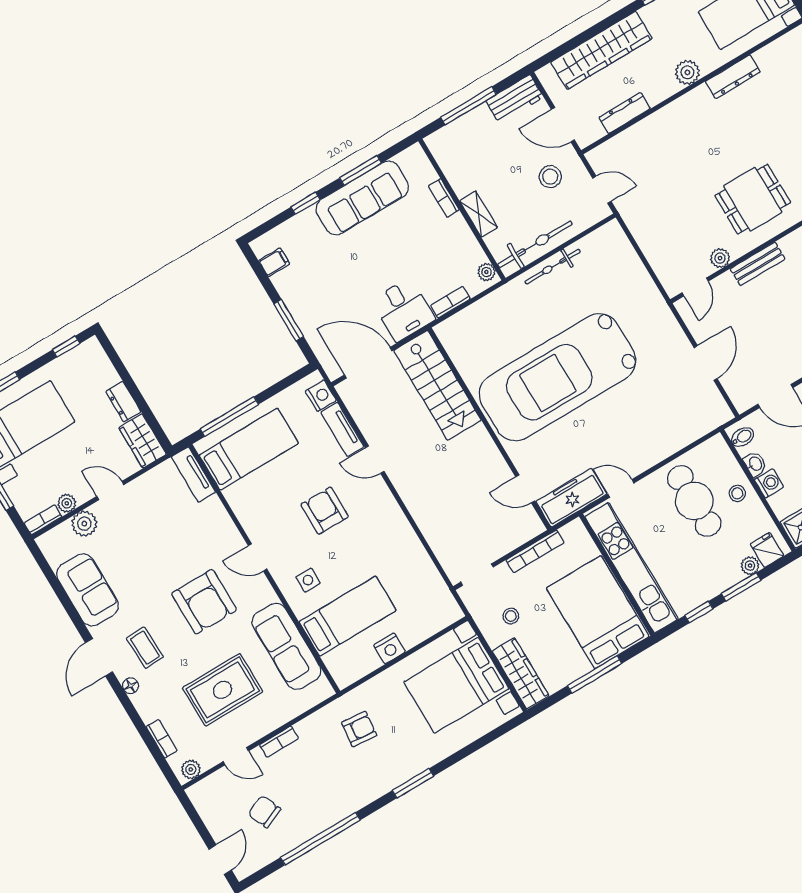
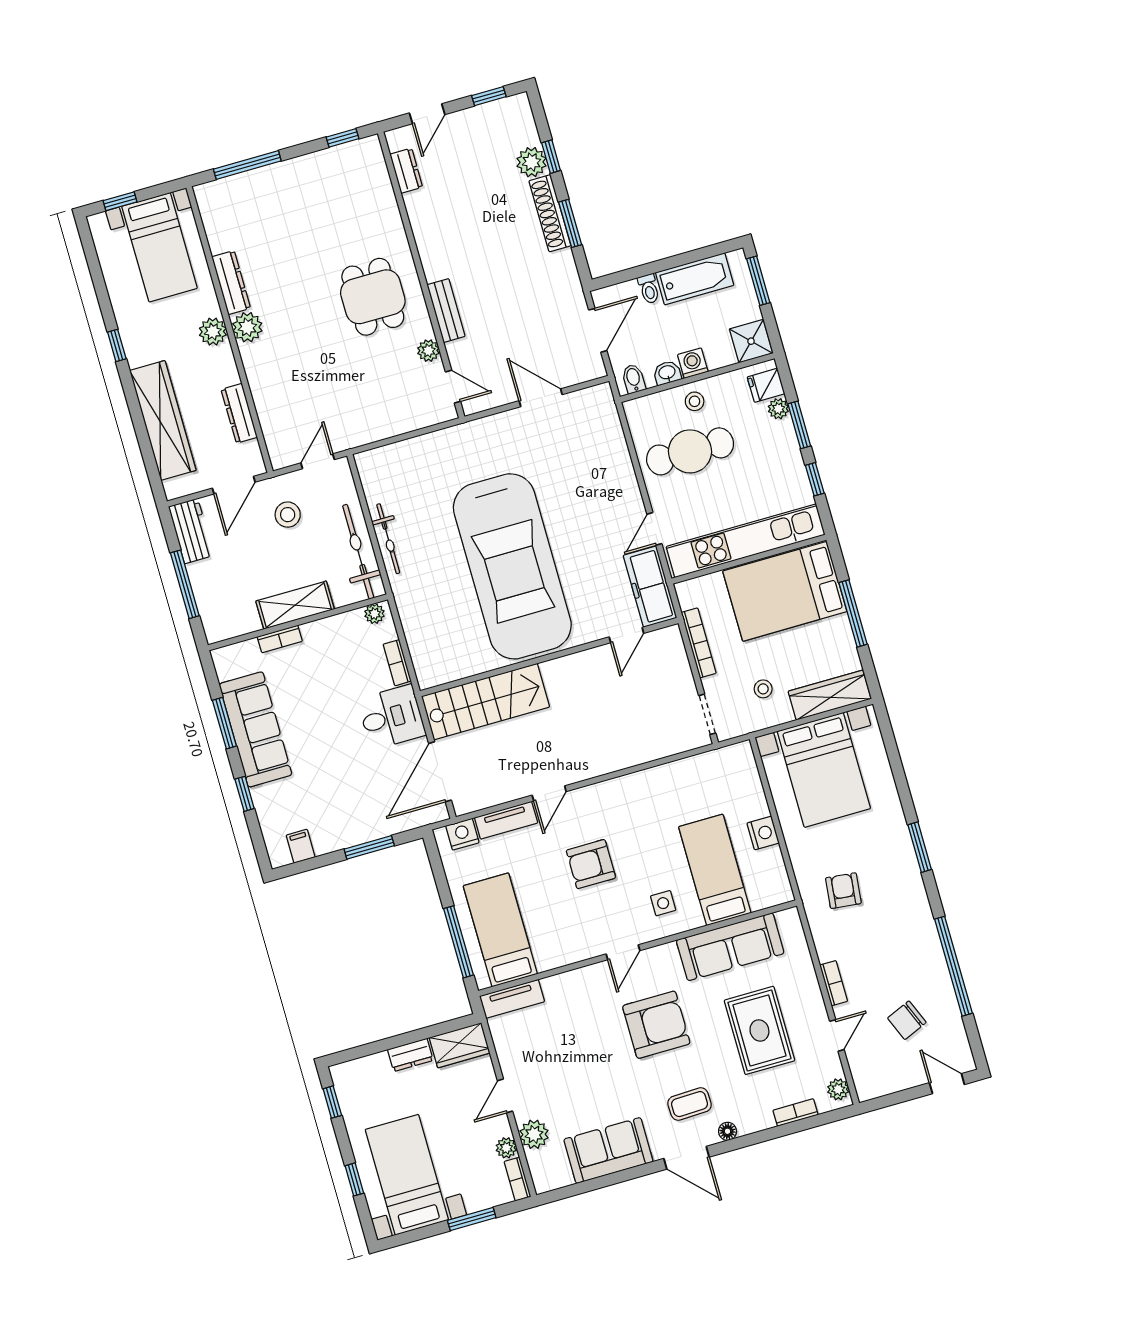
plant: (699, 100) -> (247, 327), added
shelving: (479, 214) -> (295, 605), width x1.50, depth x1.33

